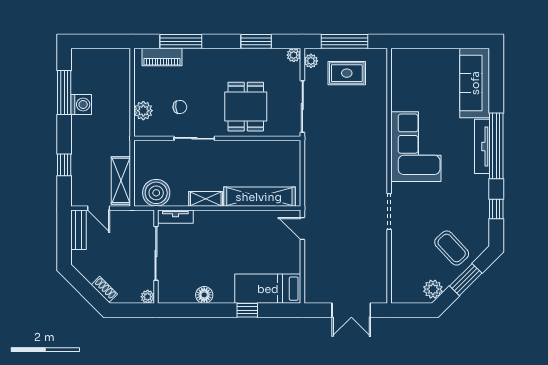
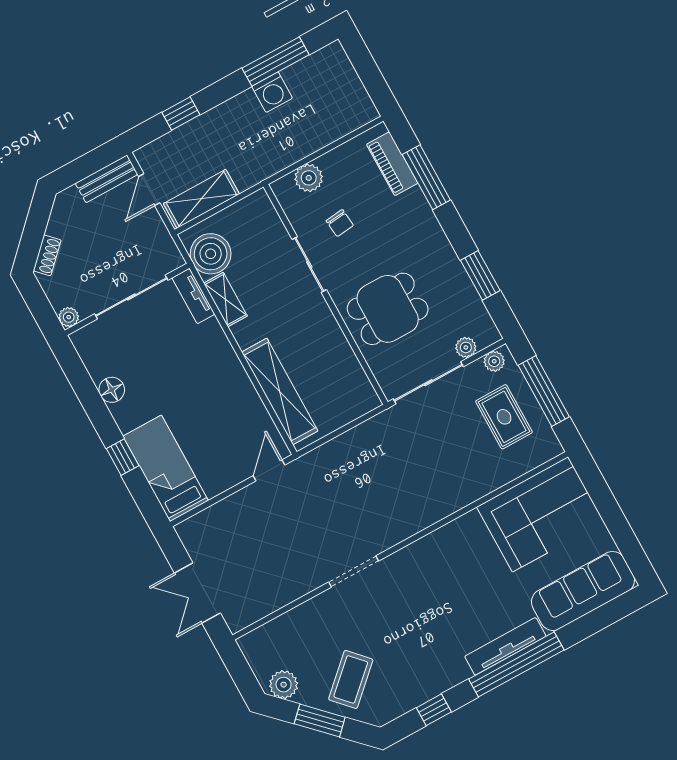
plant: (294, 55) -> (466, 347), moved
corner sofa: (416, 147) -> (540, 514), moved
shelving: (206, 199) -> (225, 300), moved

